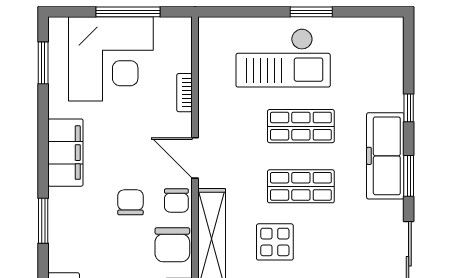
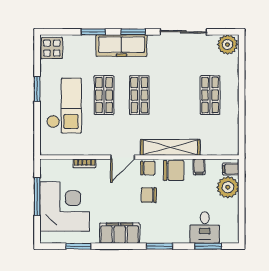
window: (43, 63) -> (78, 246), moved
window: (409, 108) -> (93, 32), width x1.50
display table: (275, 242) -> (52, 48), moved

